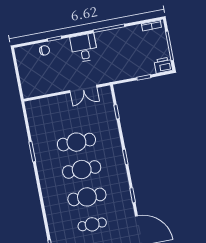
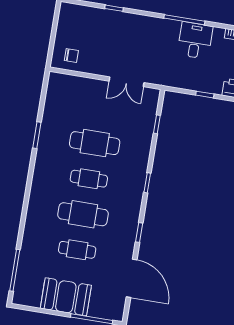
desk: (84, 48) -> (195, 40), moved
chair: (45, 50) -> (71, 56), moved
cafe table: (82, 169) -> (89, 179), width x0.73, depth x0.74

